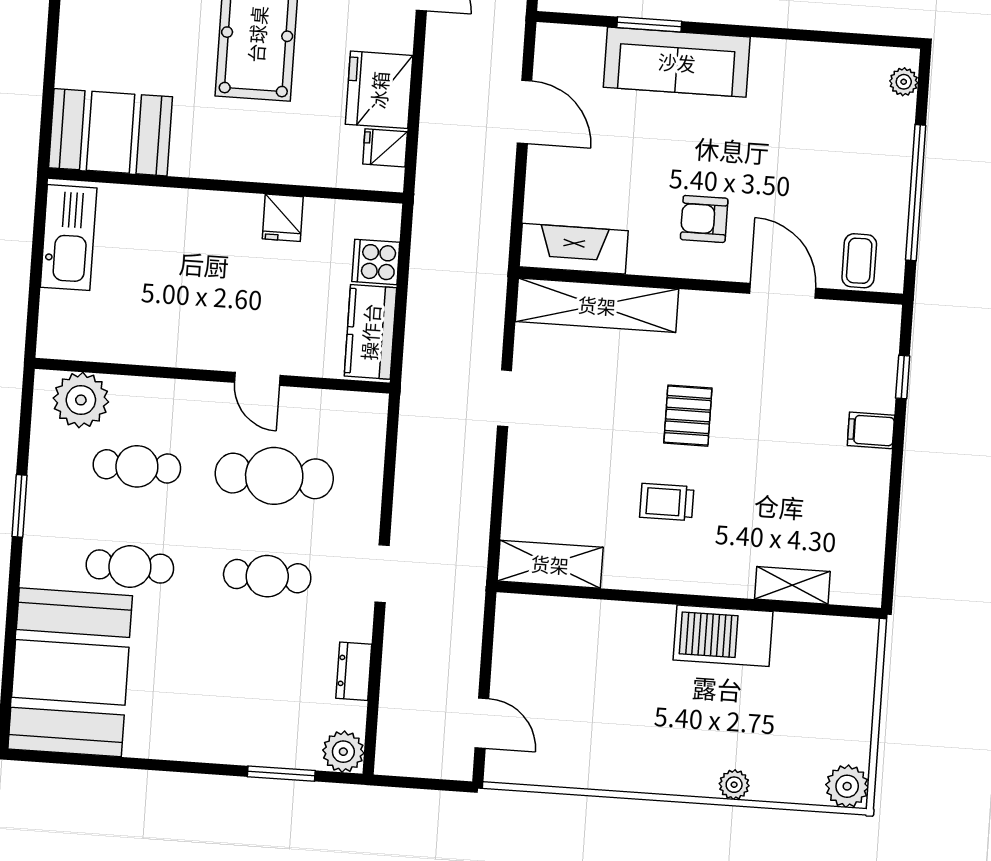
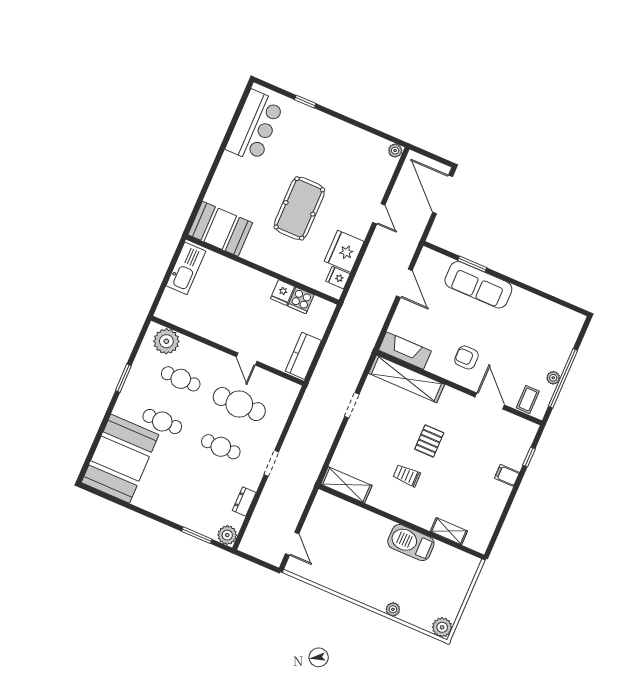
plant: (904, 82) -> (553, 378), moved
cooker: (376, 262) -> (301, 300), moved, turned -90

